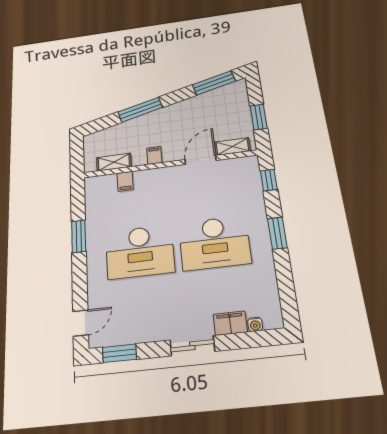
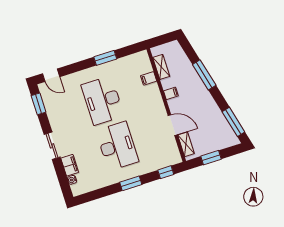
desk: (214, 243) -> (117, 146), turned 180

